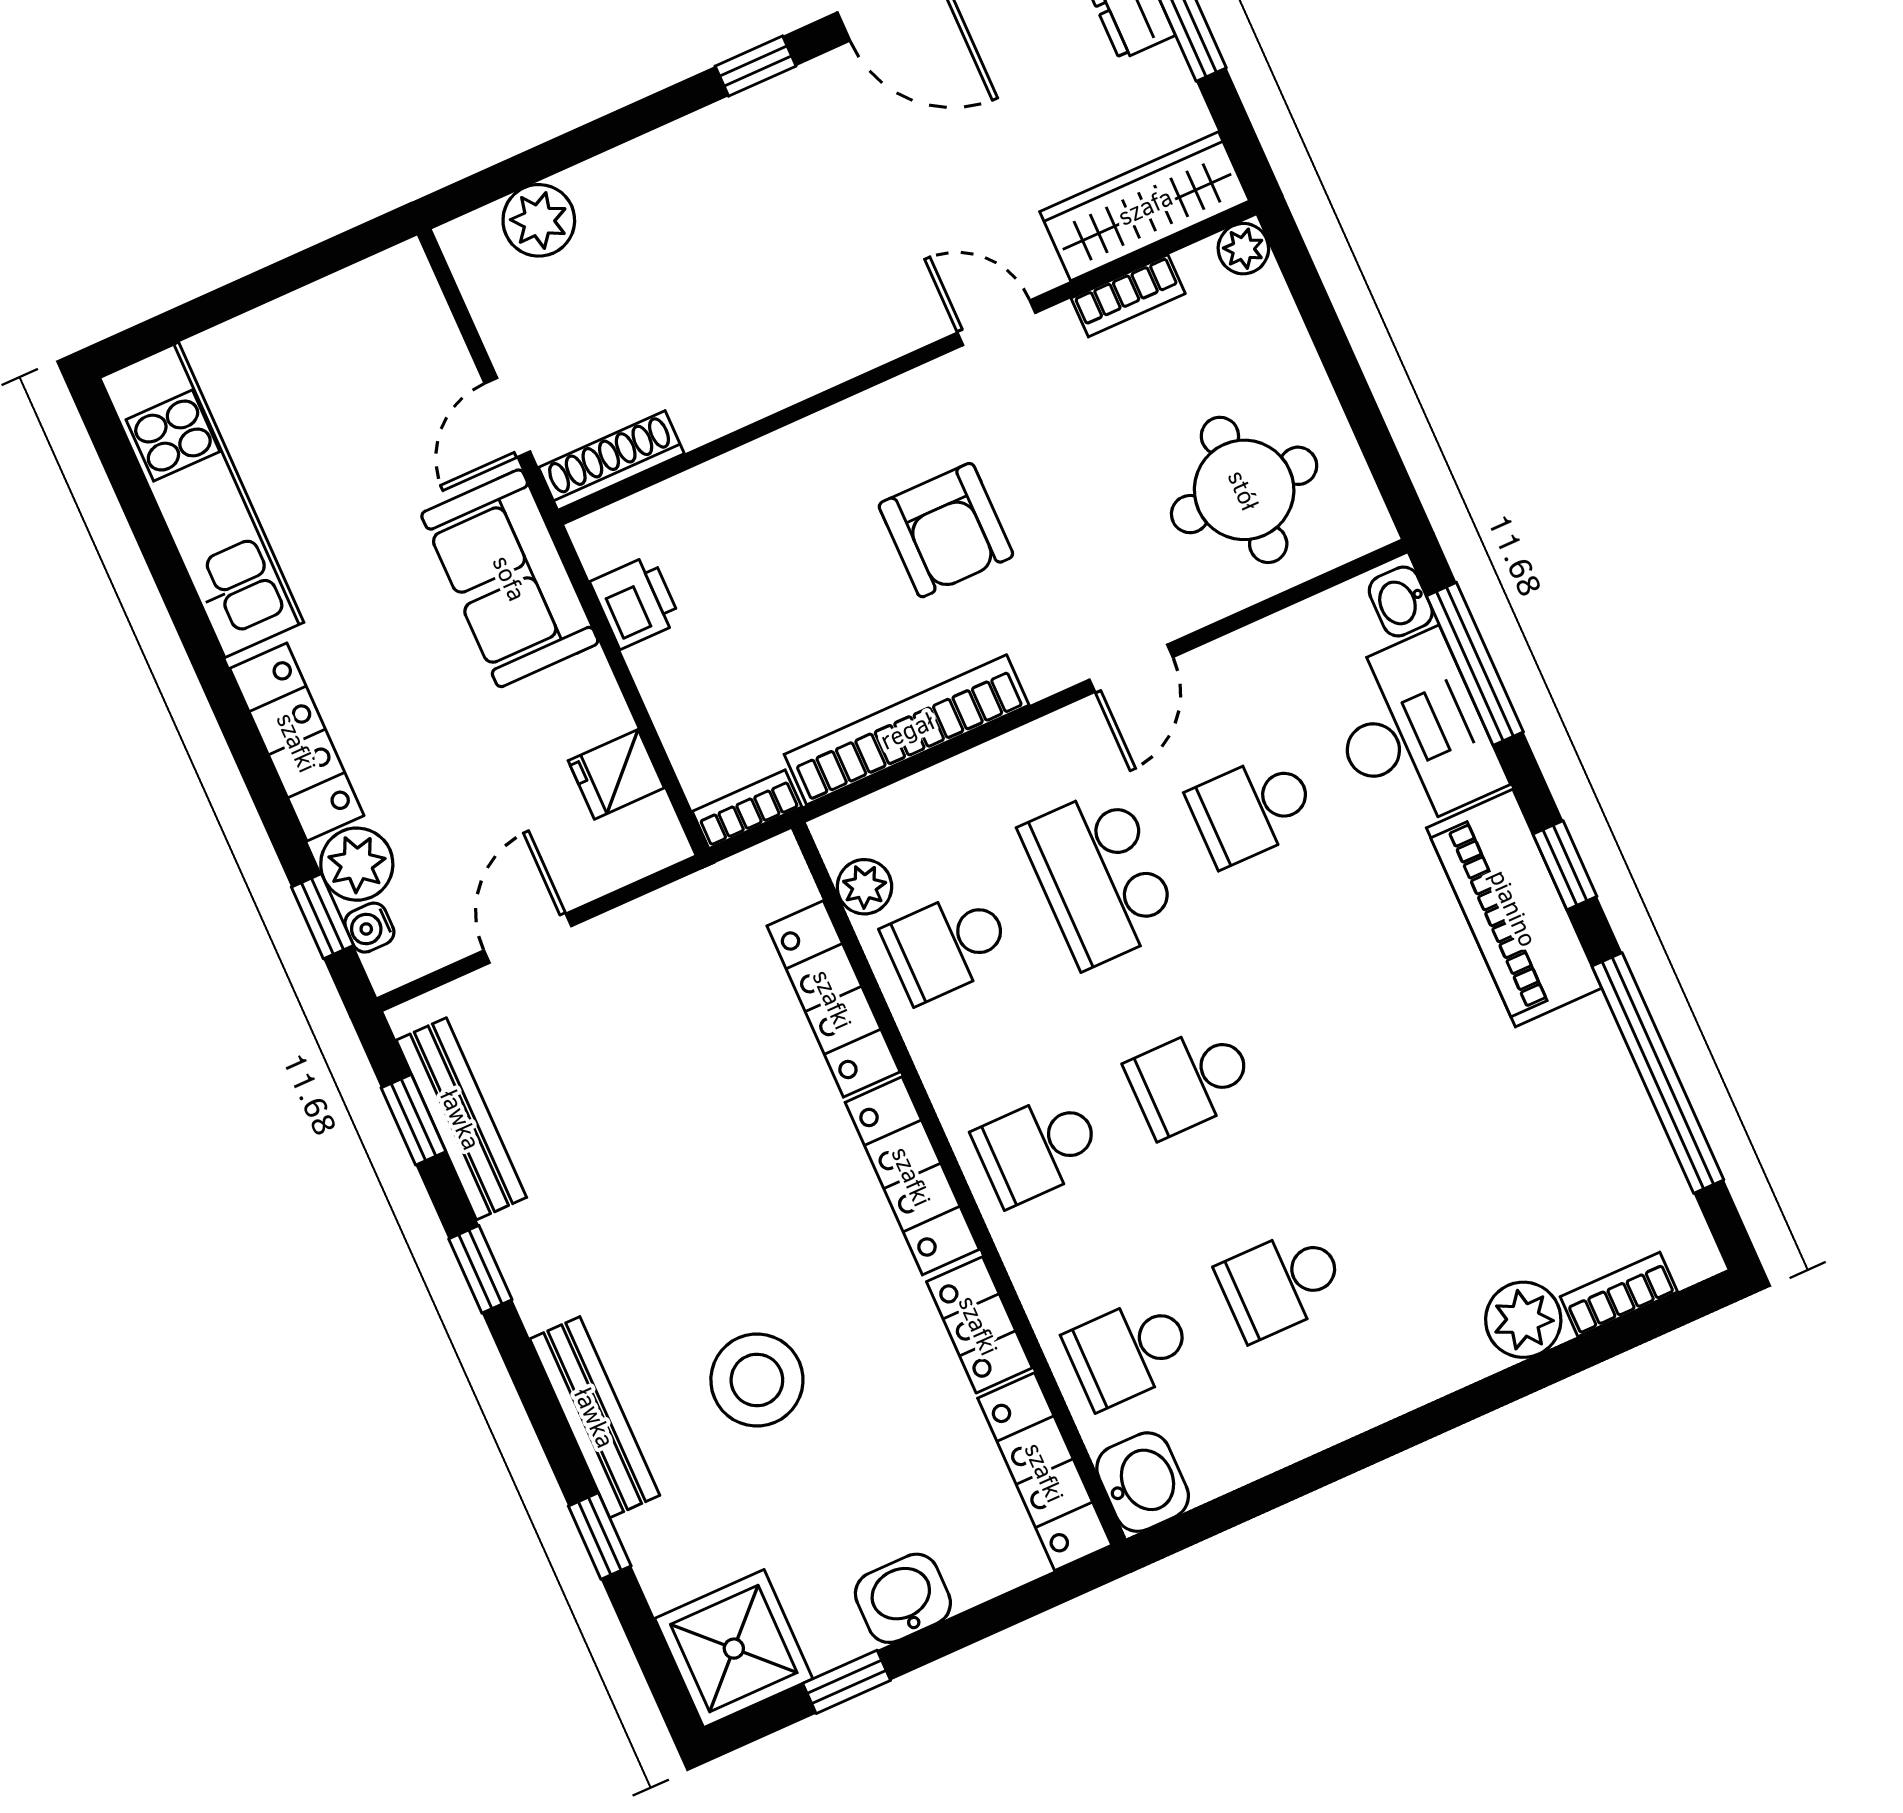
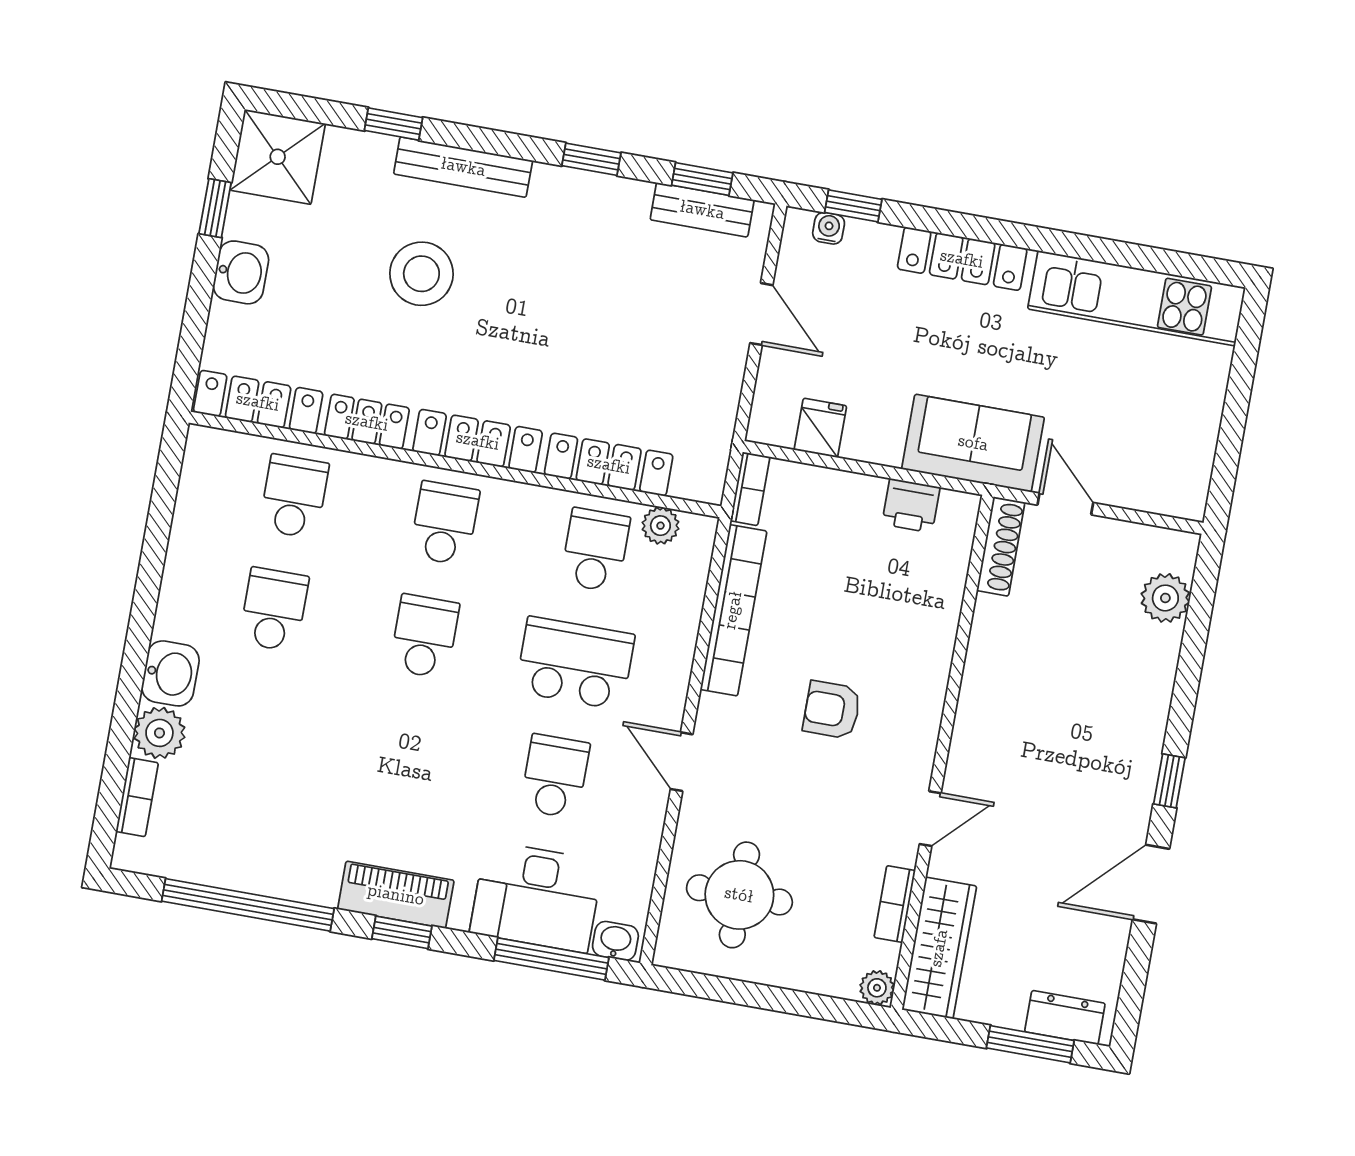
armchair: (946, 530) -> (832, 710), width x0.72, depth x0.72
plant: (357, 864) -> (870, 246), removed
piano: (1514, 908) -> (396, 895), width x0.73, depth x0.75
bench: (461, 1119) -> (702, 210), width x0.73
washbasin: (1143, 1482) -> (170, 673), moved, turned -90

